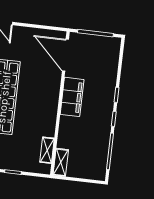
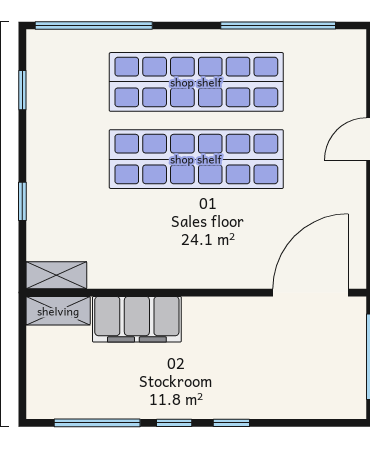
filing cabinet: (72, 97) -> (137, 319), moved
shelving: (47, 150) -> (56, 275), moved

